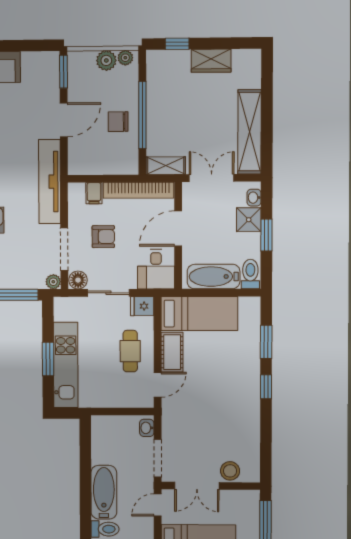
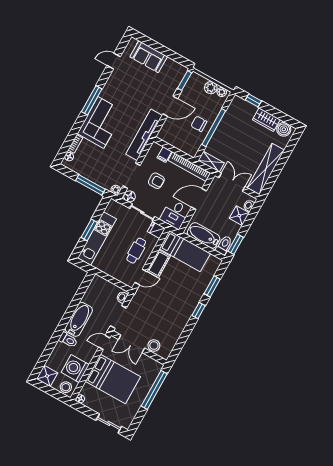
boiler: (244, 60) -> (284, 129), added
window: (266, 235) -> (236, 244), moved

